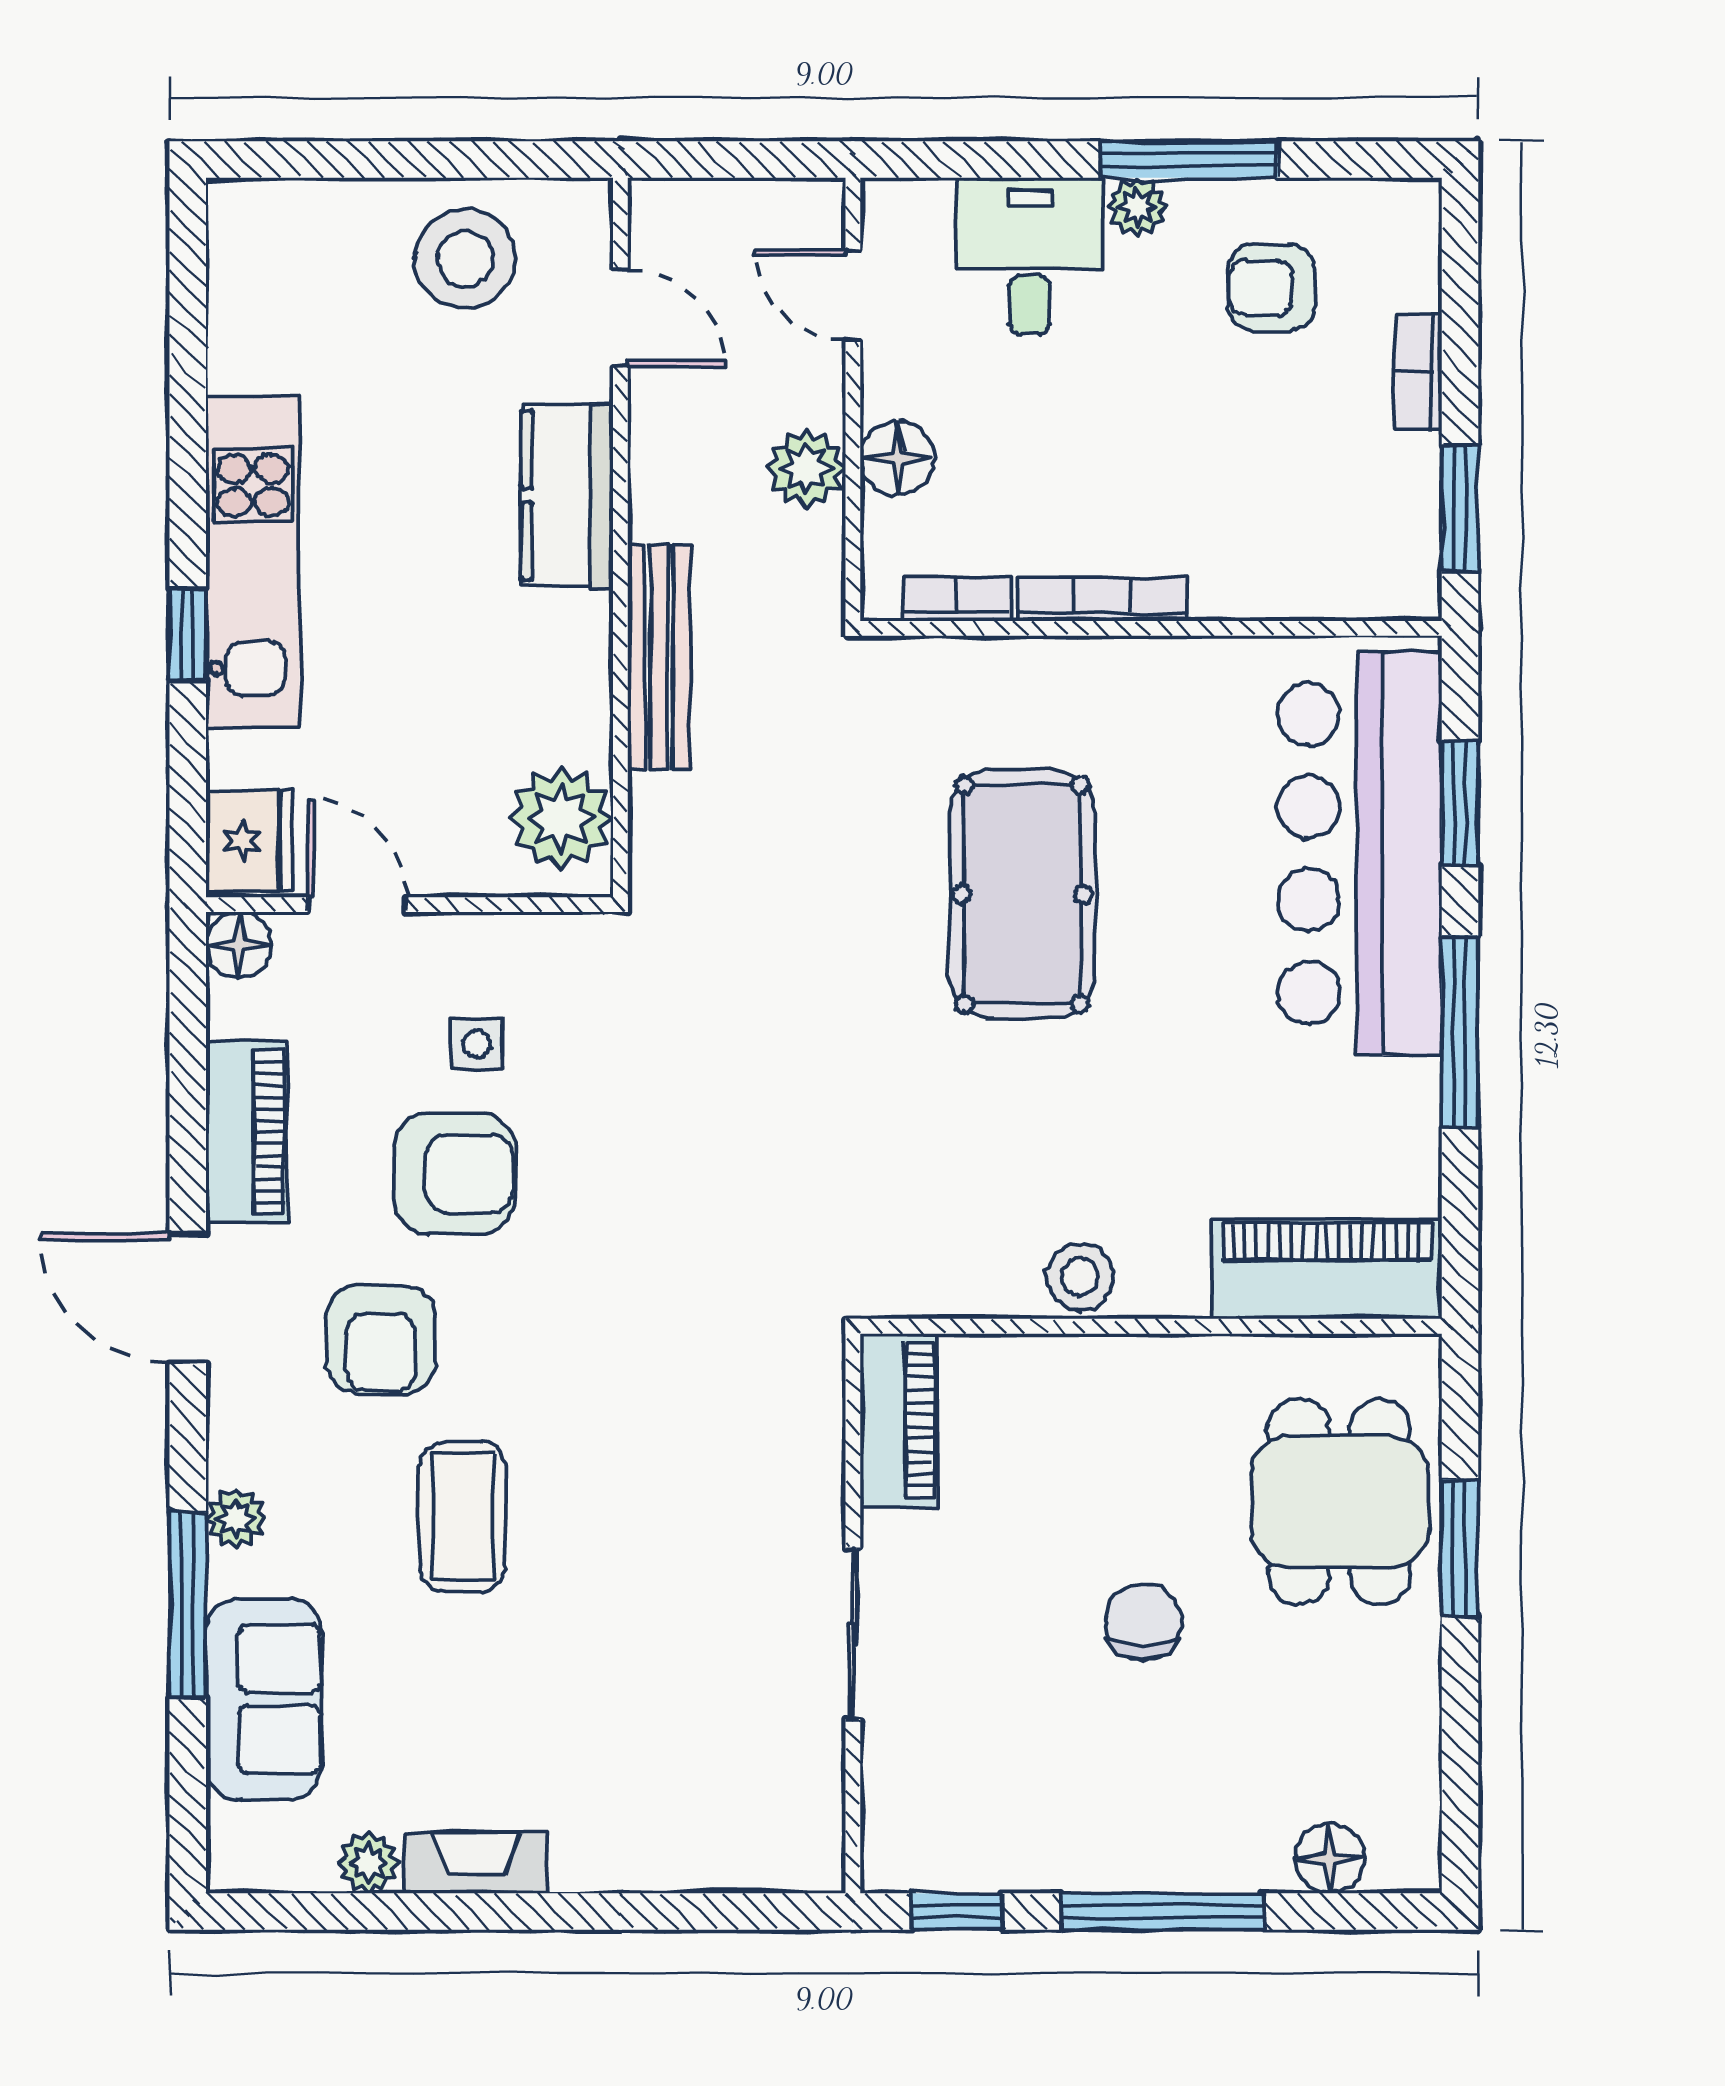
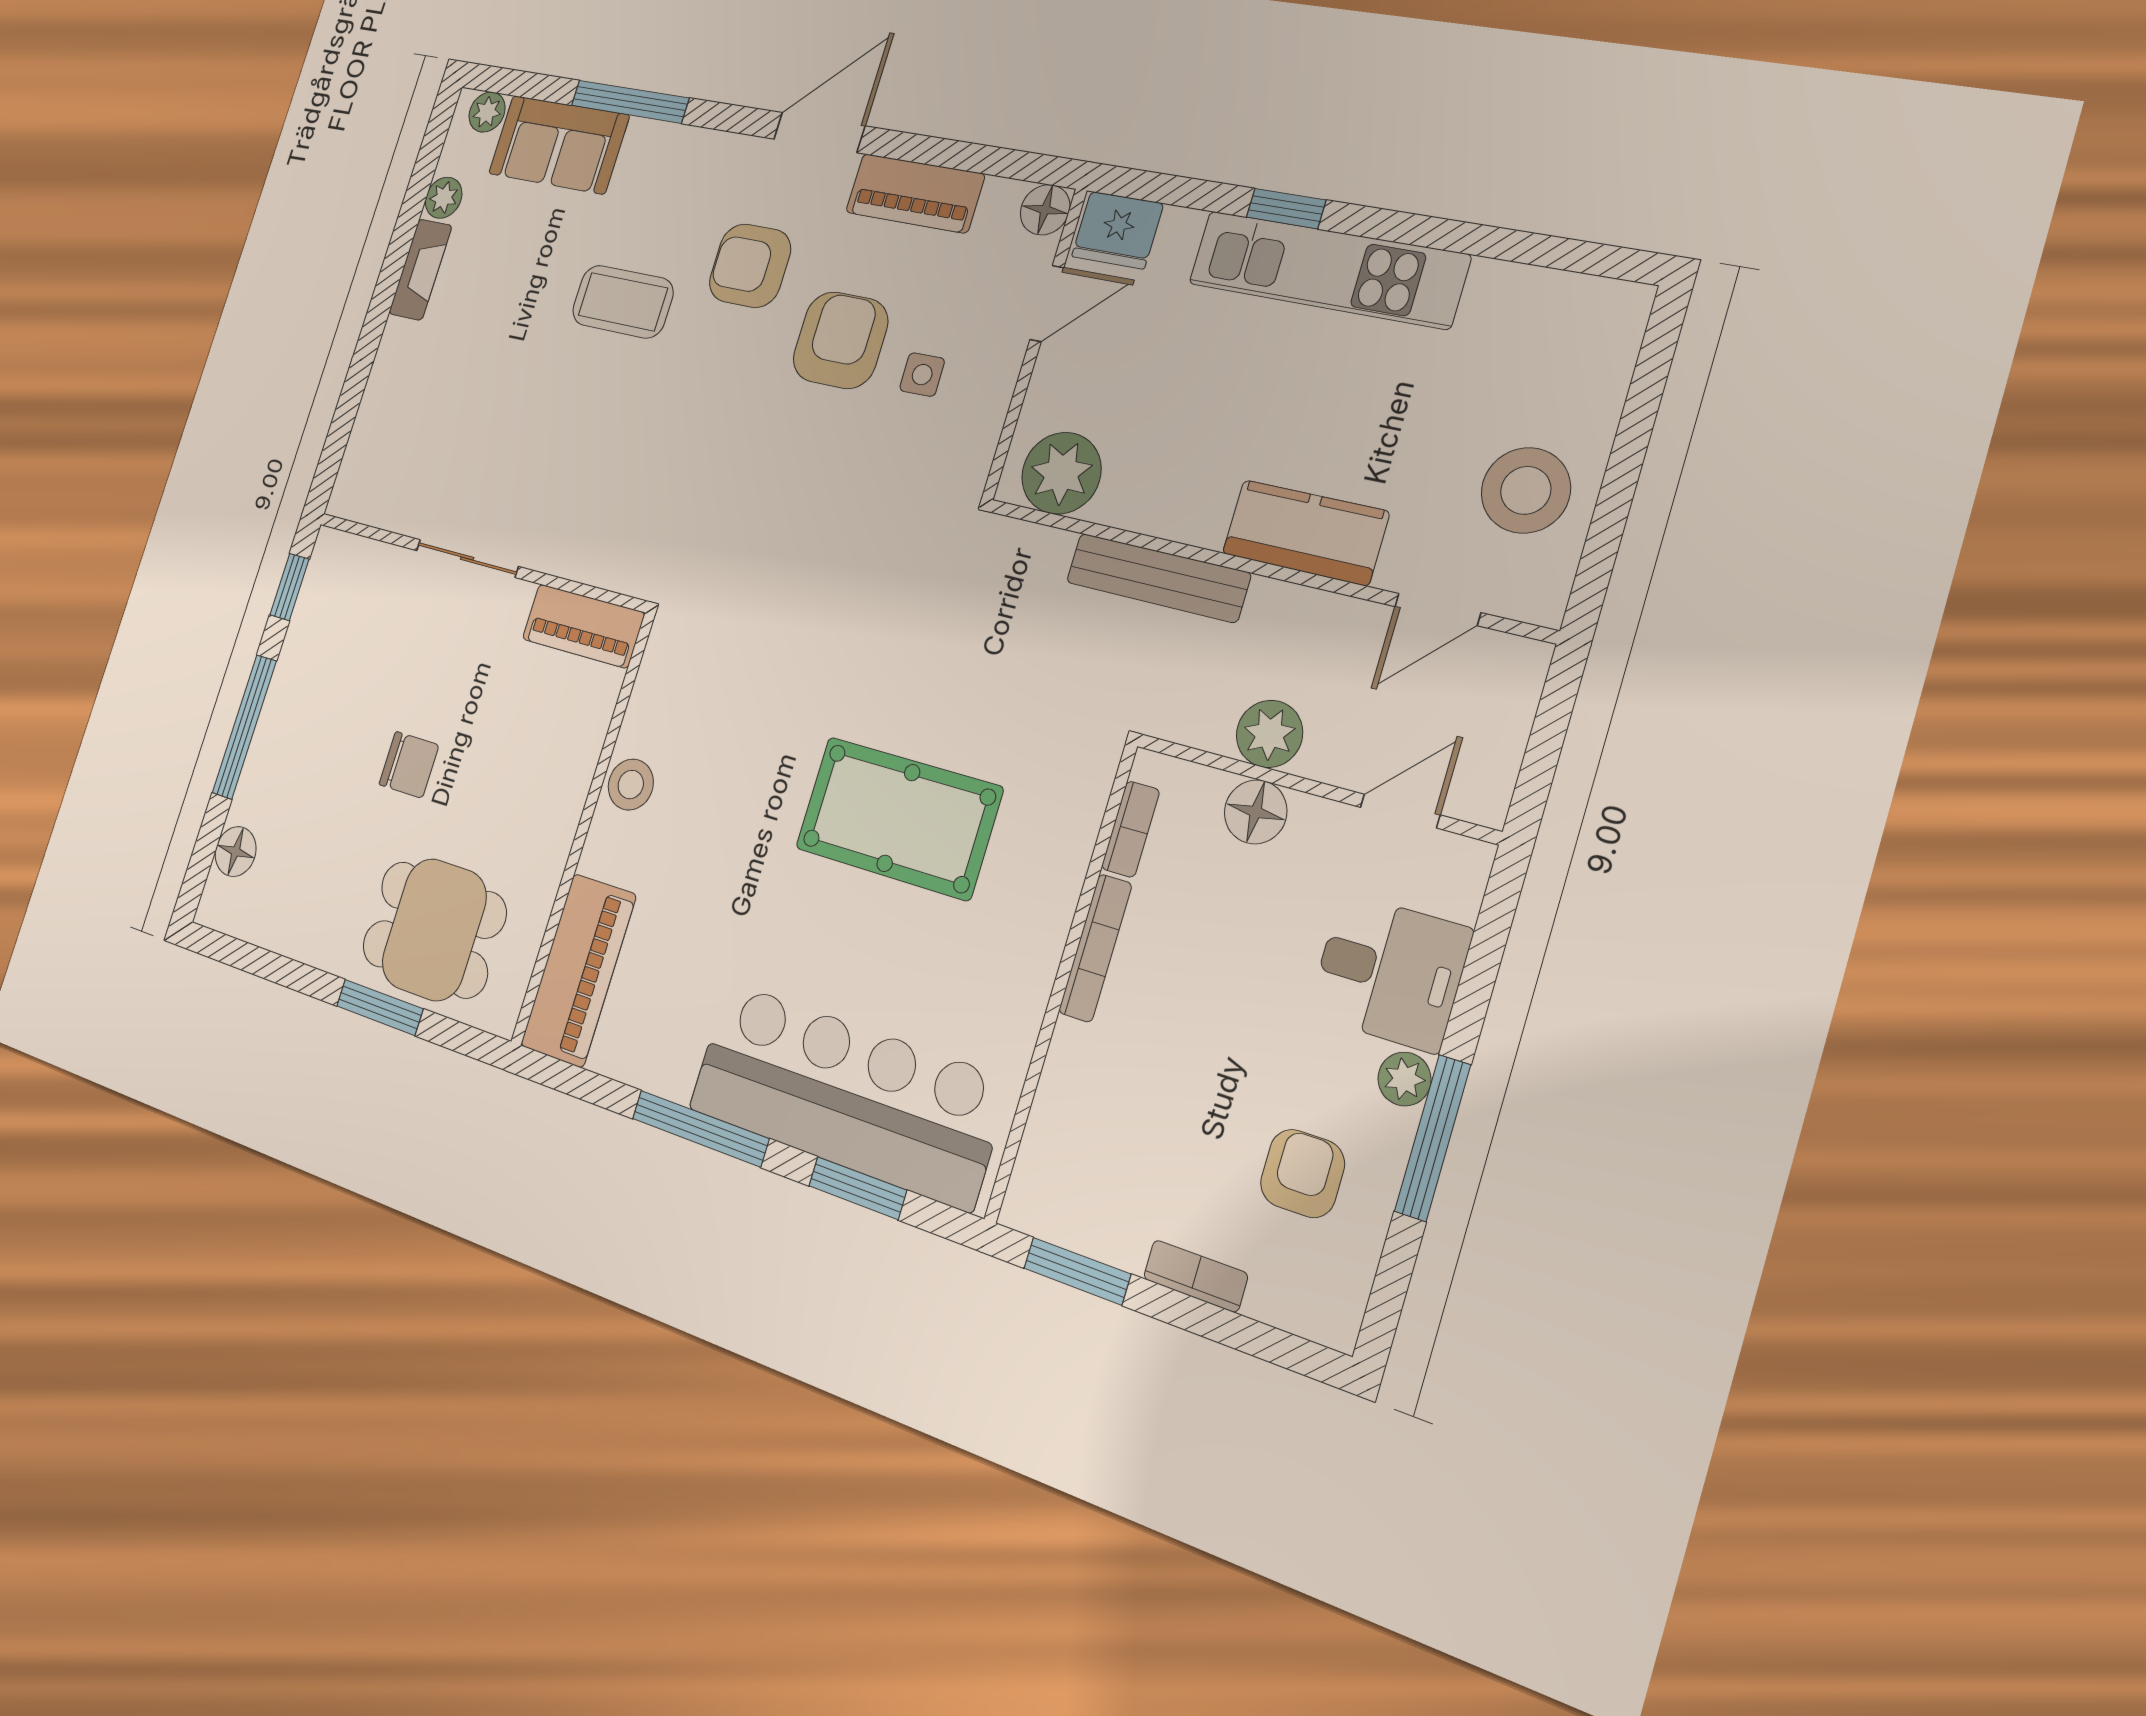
armchair: (454, 1174) -> (840, 340), turned 180
plant: (236, 1519) -> (487, 112), moved

